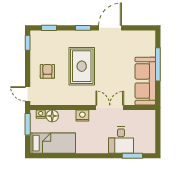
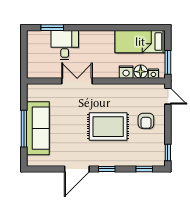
rug: (82, 66) -> (108, 127), turned 90
sofa: (145, 81) -> (38, 128), moved
double door: (110, 107) -> (77, 81), swing flipped
nightstand: (82, 116) -> (126, 72), moved

